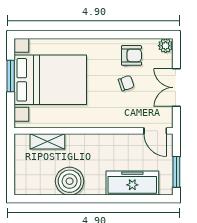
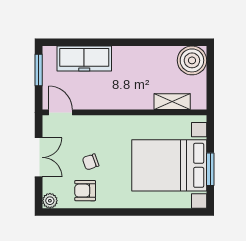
boiler: (70, 181) -> (192, 60), moved

